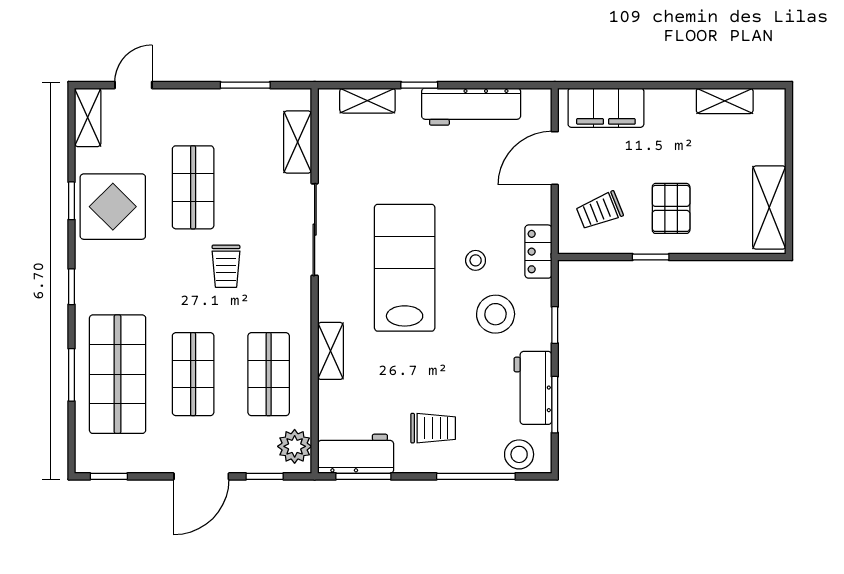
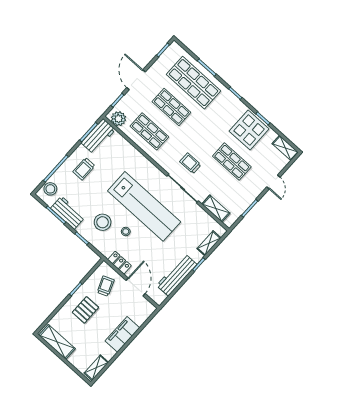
door: (133, 85) -> (273, 182), moved
shelving: (725, 101) -> (96, 368), moved
filing cabinet: (606, 108) -> (122, 334), moved
pallet: (671, 208) -> (85, 310), turned 90
locker: (538, 252) -> (119, 263), moved
trolley: (226, 266) -> (190, 163), moved
lab bench: (405, 268) -> (144, 206), width x1.36
shelving: (330, 351) -> (139, 158), removed

